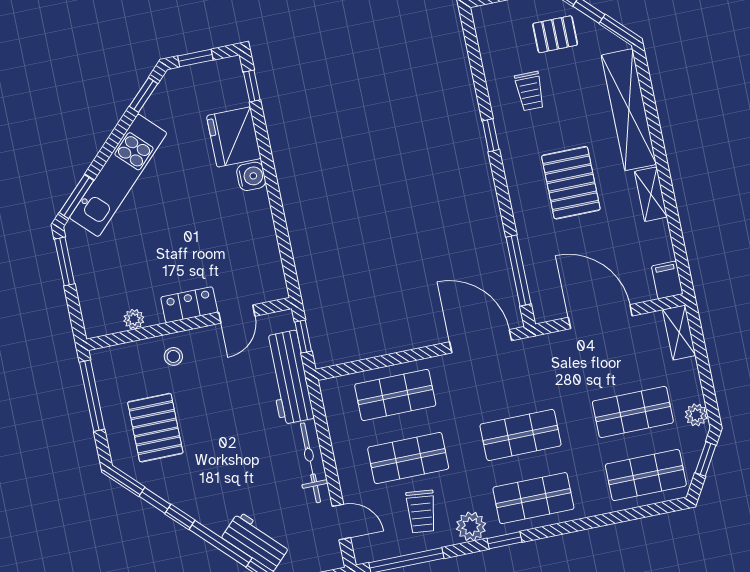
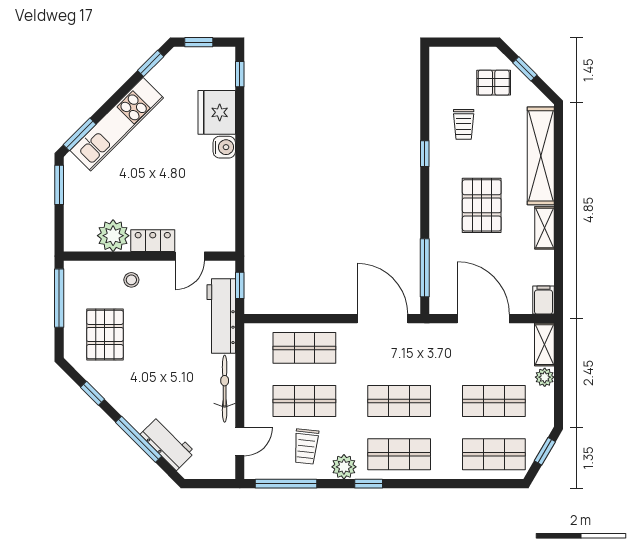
plant: (134, 319) -> (113, 236), width x1.88, depth x1.88
plant: (696, 415) -> (545, 377), moved
door: (341, 522) -> (240, 442), hinge flipped

